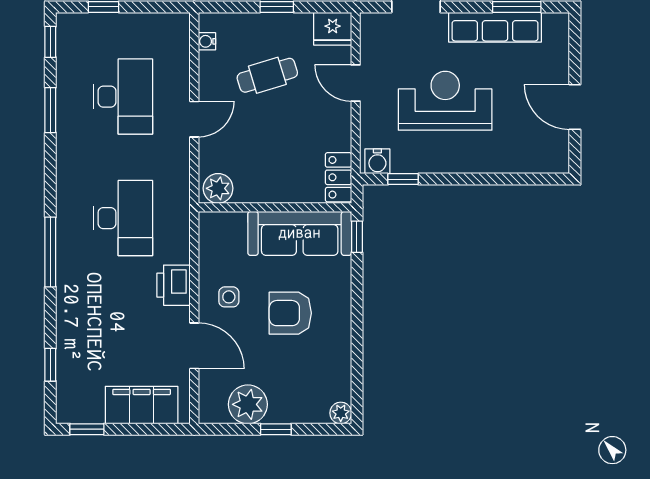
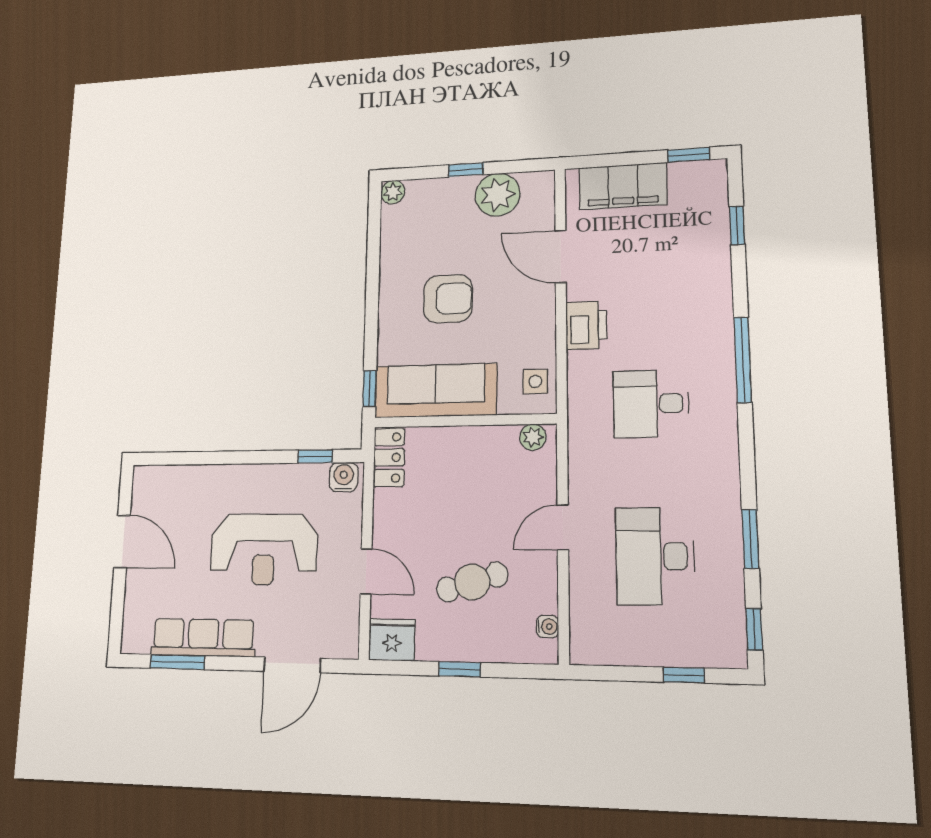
plant: (218, 188) -> (533, 437), width x0.73, depth x0.73
desk: (123, 218) -> (651, 404), width x0.73
side table: (229, 297) -> (535, 382), moved

